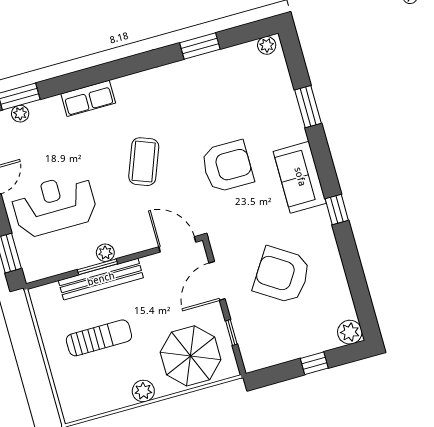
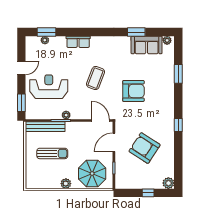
sofa: (300, 177) -> (147, 45), moved, turned -90
bench: (101, 279) -> (45, 127), moved

